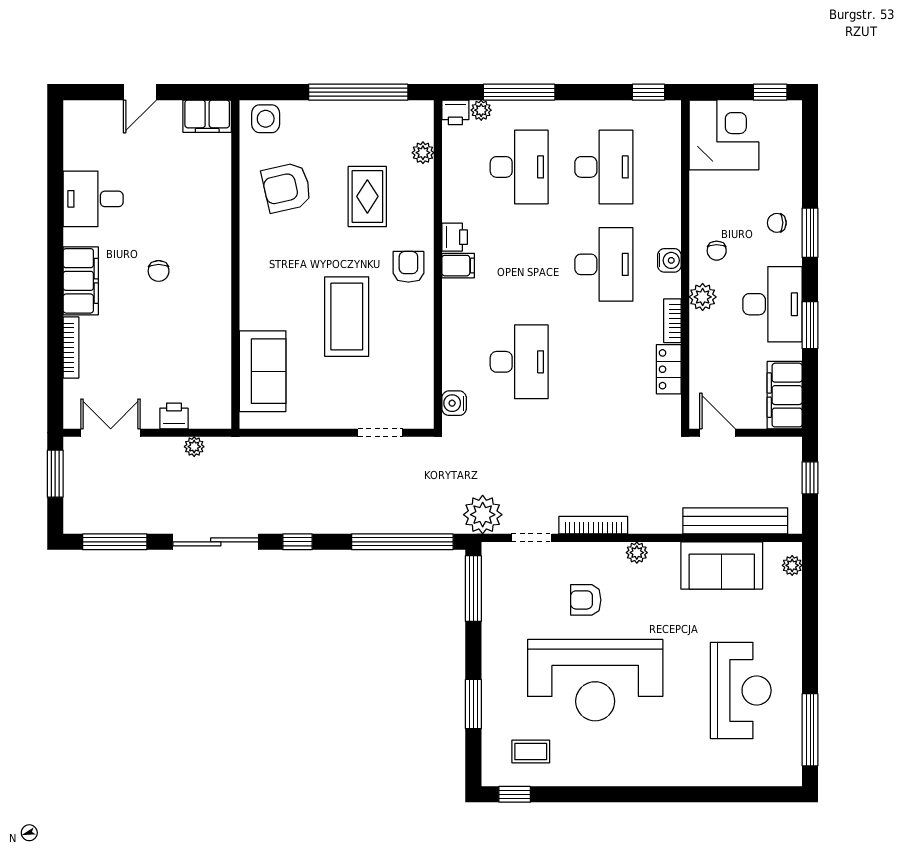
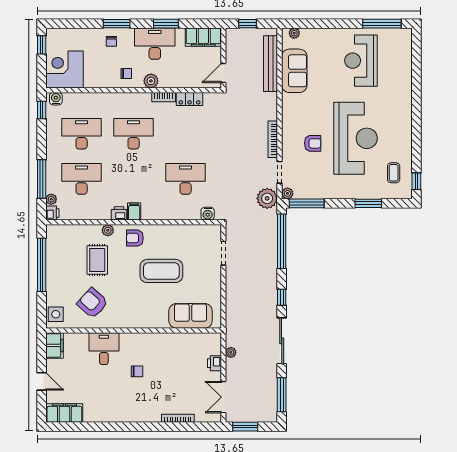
plant: (423, 153) -> (108, 230), moved
armchair: (287, 187) -> (92, 303), turned 145
rug: (367, 196) -> (97, 260), turned 90
desk: (93, 199) -> (104, 349), moved, turned 180
water cooler: (669, 260) -> (56, 99), moved
filing cabinet: (81, 281) -> (64, 413), moved
plant: (637, 553) -> (287, 193), moved
armchair: (586, 600) -> (313, 143), turned -90
reception desk: (741, 690) -> (361, 61), turned -90

